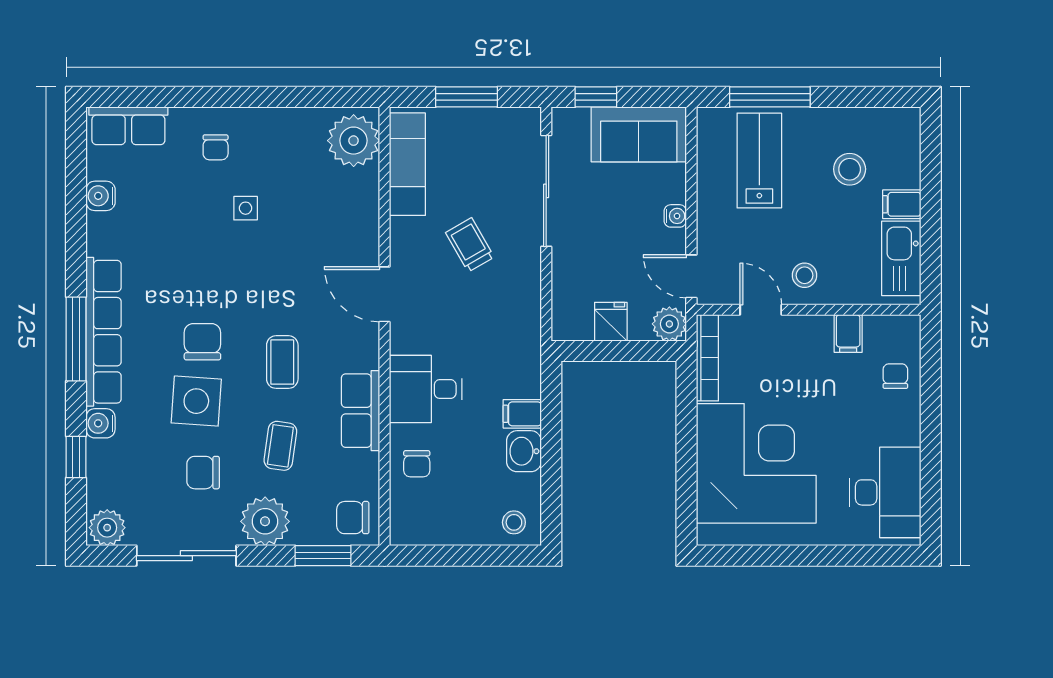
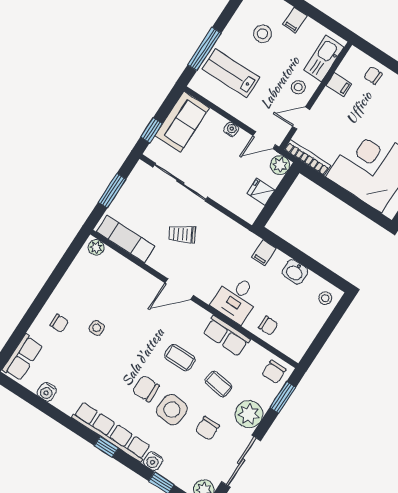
plant: (354, 141) -> (96, 247), width x0.53, depth x0.53
kitchen sink: (901, 258) -> (324, 58), moved, turned 90
window: (76, 339) -> (106, 447), width x0.46
filing cabinet: (522, 414) -> (264, 253), moved

